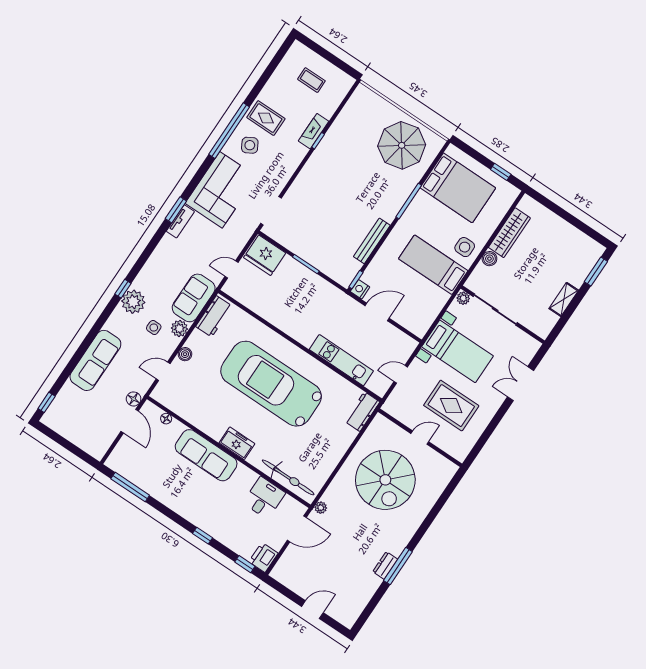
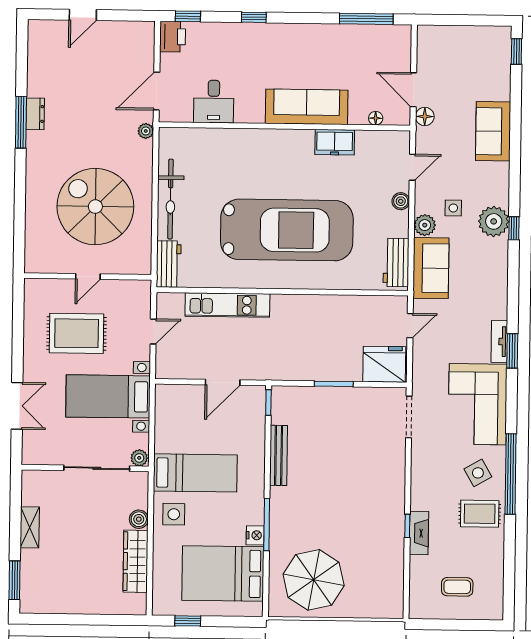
nightstand: (360, 289) -> (255, 535), moved
sofa: (95, 360) -> (493, 131), width x0.73
freezer: (237, 443) -> (335, 142), moved
bicycle: (288, 477) -> (170, 199), moved, turned -90

